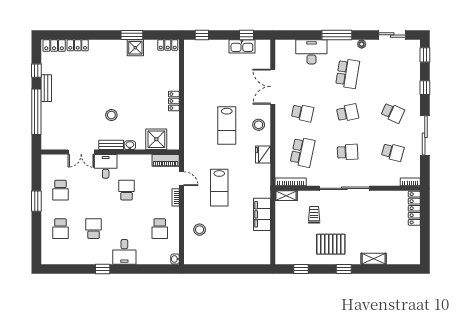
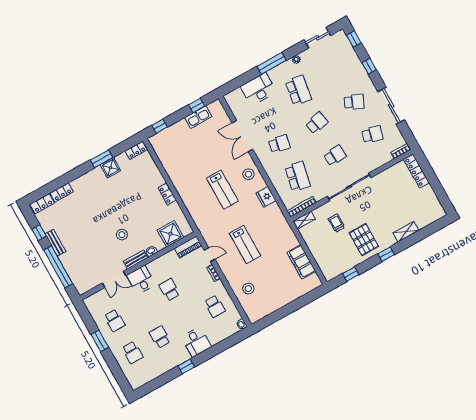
filing cabinet: (262, 214) -> (301, 262), moved
pallet: (331, 244) -> (364, 240), turned 90

